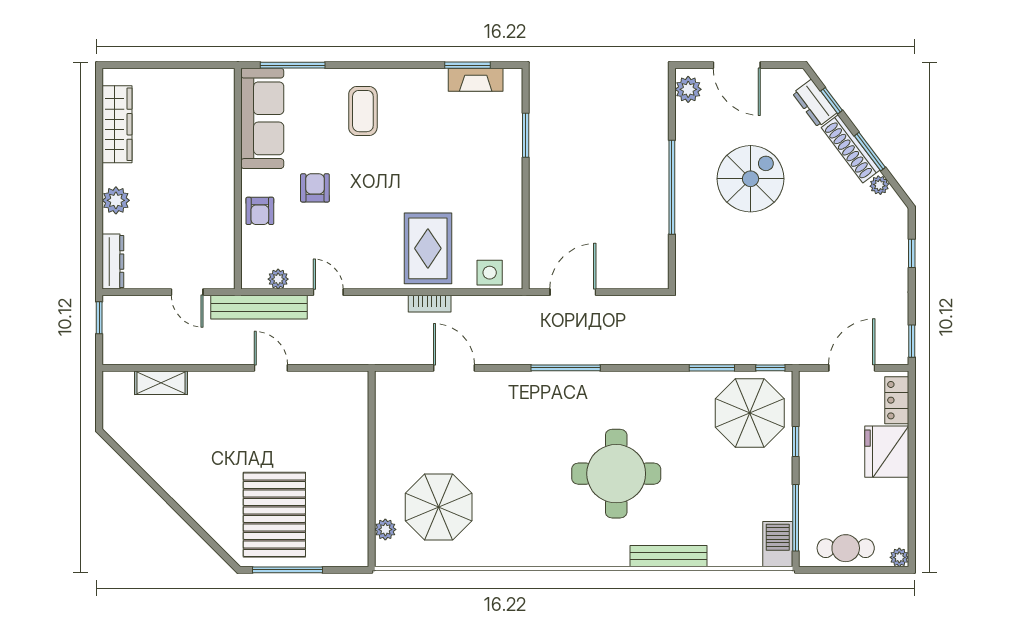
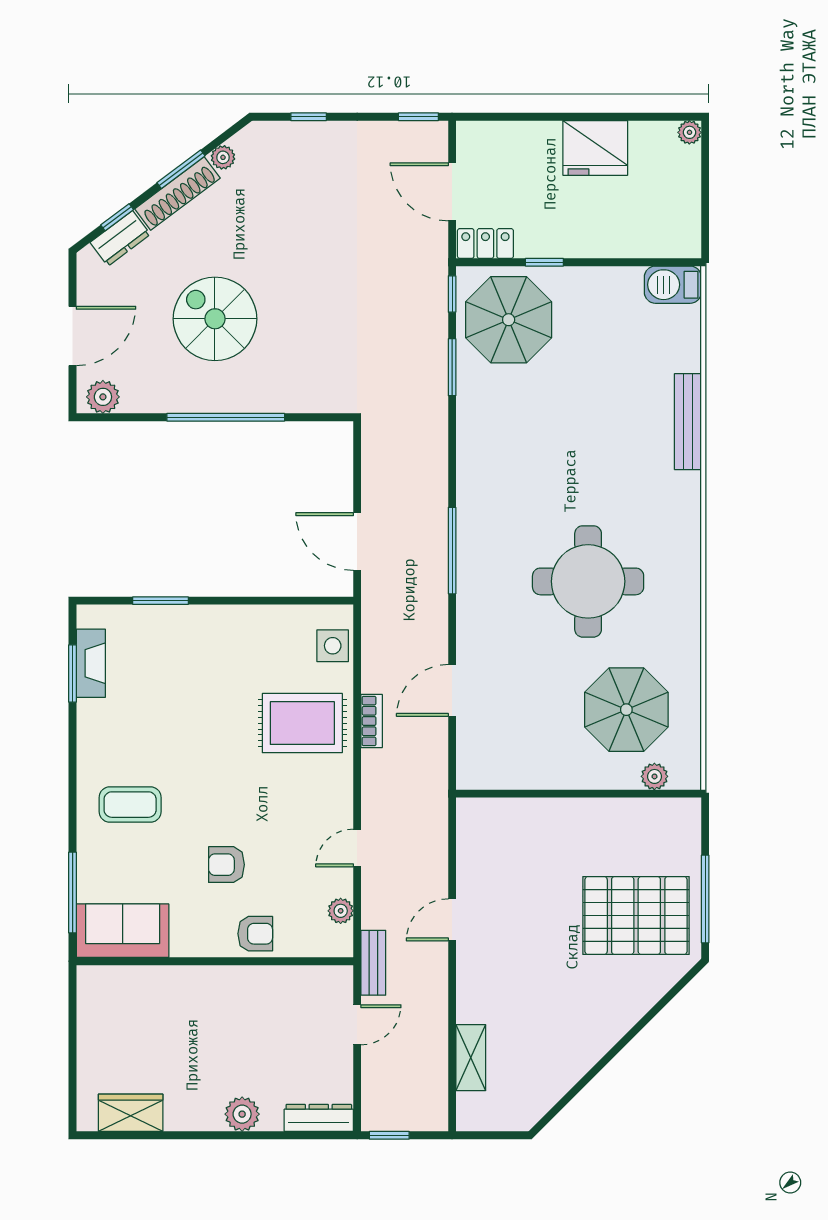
sofa: (262, 118) -> (123, 931), width x0.73
wardrobe: (117, 124) -> (131, 1113), width x0.67
bench: (259, 307) -> (373, 963), width x0.54, depth x0.82
locker: (897, 400) -> (485, 244), moved, turned 180
fridge: (887, 452) -> (595, 148), moved
round table: (616, 474) -> (588, 581), moved
window: (796, 518) -> (640, 262), removed
cafe table: (846, 548) -> (678, 200), removed

